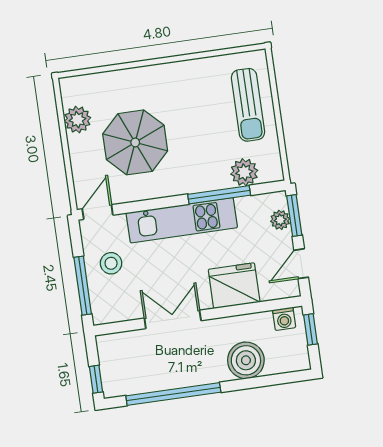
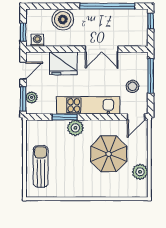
plant: (244, 172) -> (75, 128), moved
window: (219, 195) -> (65, 117), width x0.69

